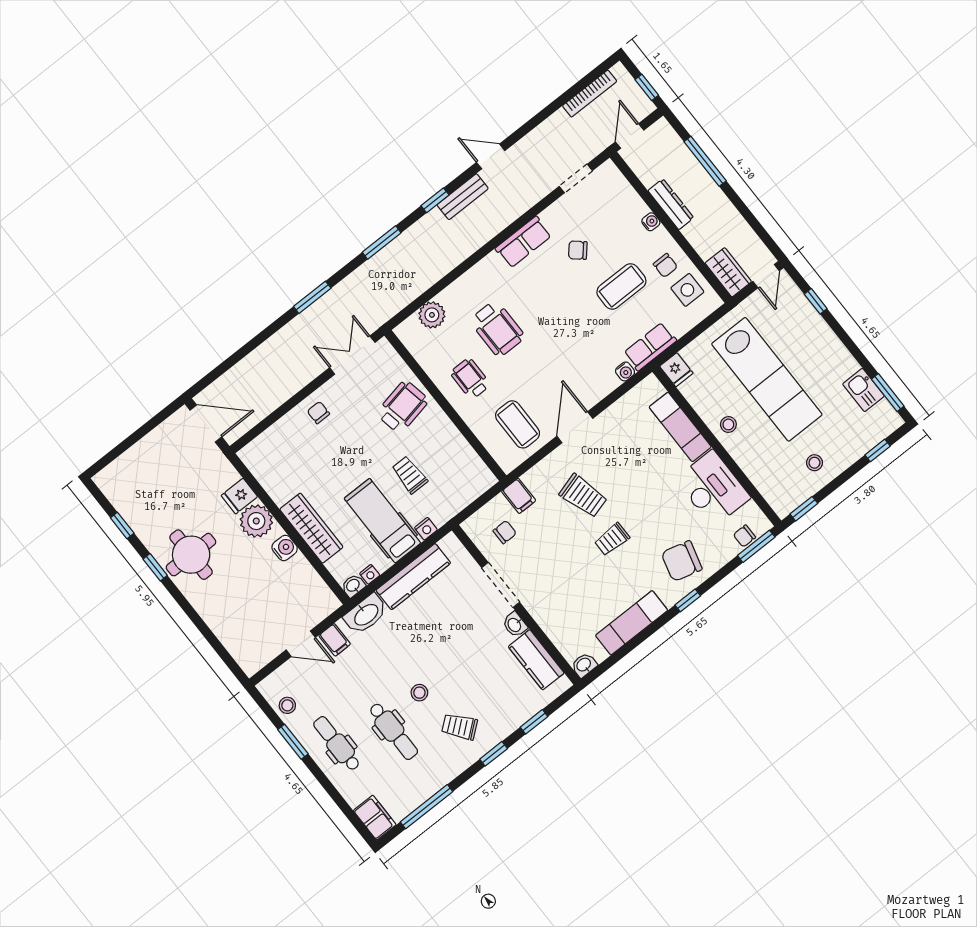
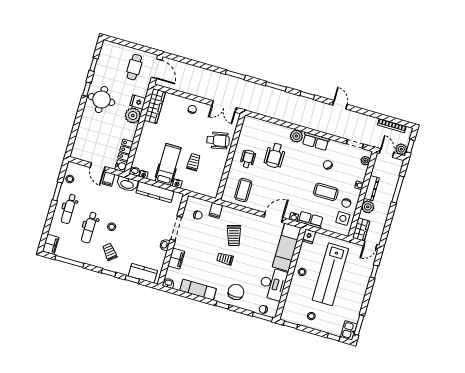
plant: (641, 106) -> (401, 149), added
door: (630, 136) -> (387, 153), hinge flipped
plant: (617, 181) -> (365, 161), added
bench: (463, 197) -> (316, 105), removed
plant: (698, 234) -> (368, 207), added
plant: (432, 315) -> (296, 136), moved
double door: (352, 355) -> (224, 106), swing flipped
kitchen sink: (863, 390) -> (349, 330), moved
door: (575, 427) -> (273, 217), moved
exam couch: (680, 427) -> (287, 247), width x1.36, depth x1.45
cafe table: (176, 459) -> (134, 67), added
wardrobe: (311, 528) -> (155, 106), moved
water cooler: (285, 548) -> (121, 166), moved
chair: (682, 561) -> (236, 292), turned 75
locker: (306, 575) -> (126, 150), added
filing cabinet: (552, 622) -> (176, 259), added
kitchen counter: (536, 660) -> (143, 273), moved, turned 90
dental chair: (337, 743) -> (69, 209), turned 180

